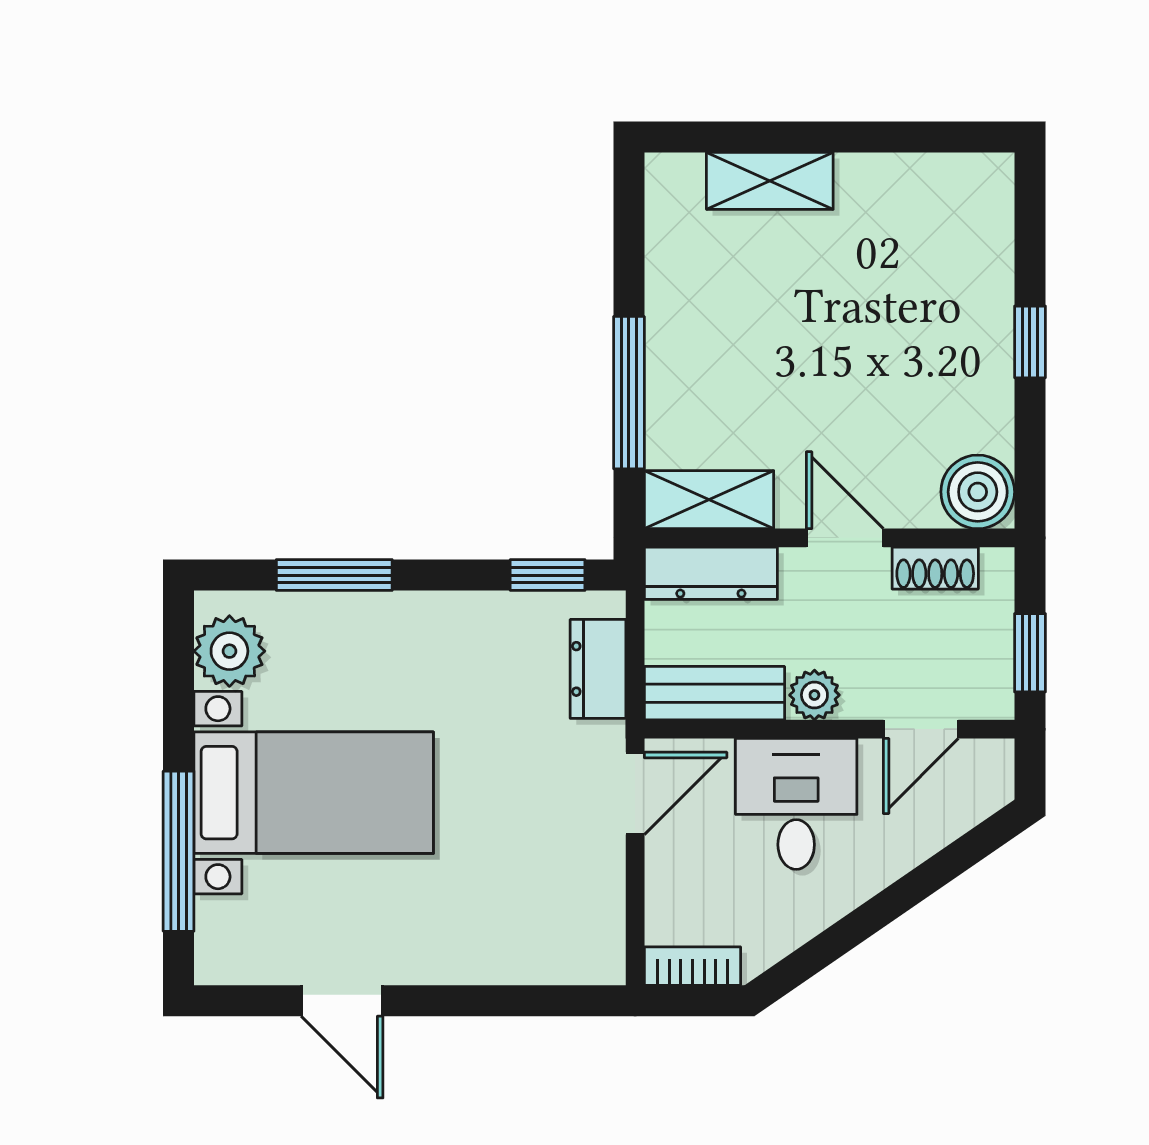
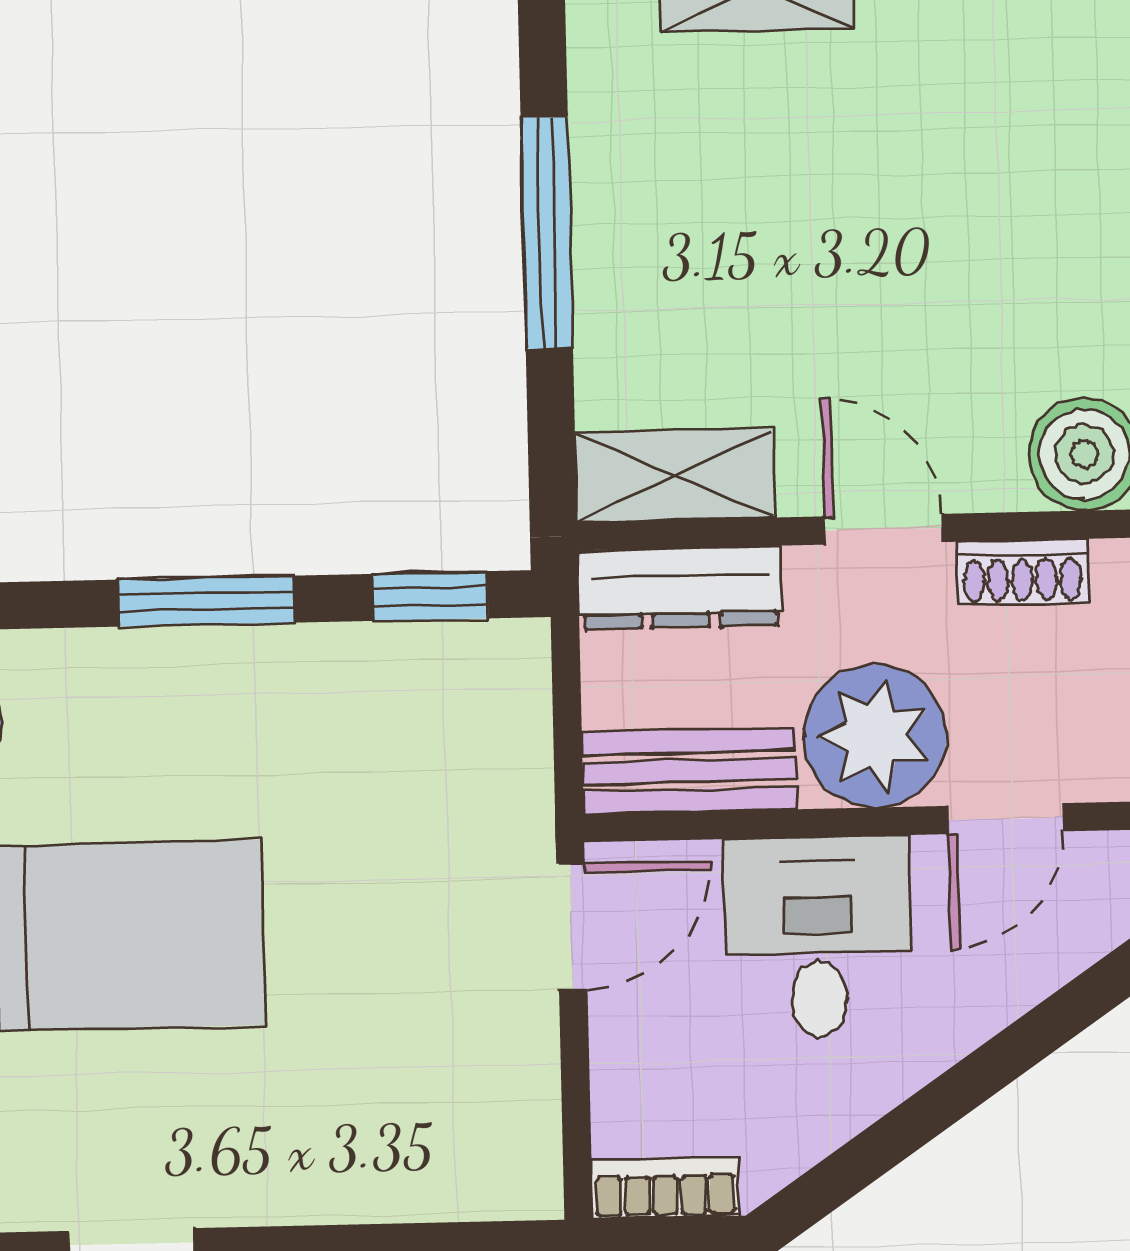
window: (629, 393) -> (547, 233), moved
window: (334, 575) -> (206, 601), moved
dresser: (598, 669) -> (511, 738), removed
plant: (814, 695) -> (875, 736), width x1.88, depth x1.88

